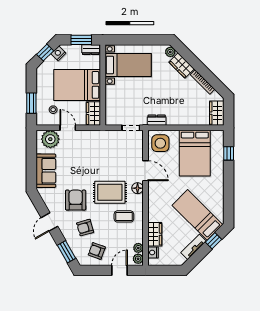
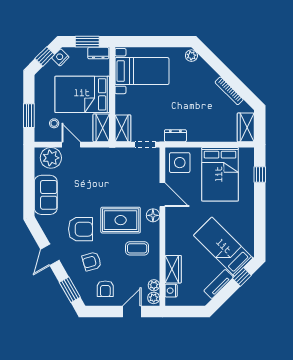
wardrobe: (182, 65) -> (123, 128), moved, turned -135
armchair: (76, 200) -> (81, 229), turned 90
armchair: (97, 251) -> (105, 289), turned -110

